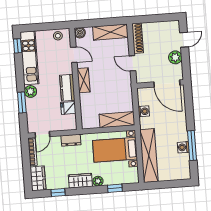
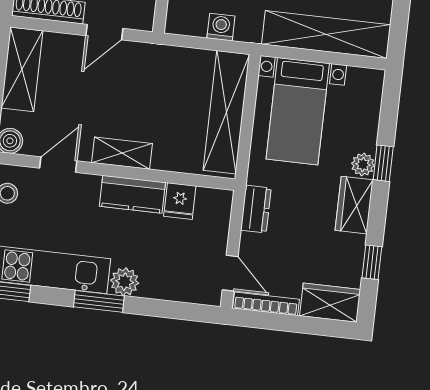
window: (22, 103) -> (99, 301), moved
shelving: (117, 120) -> (226, 112), width x1.47
window: (115, 188) -> (383, 163), moved

